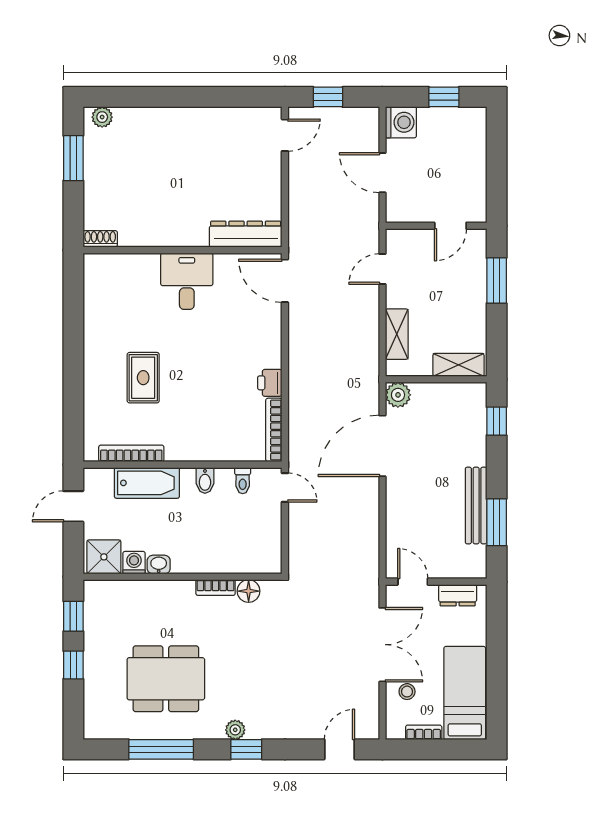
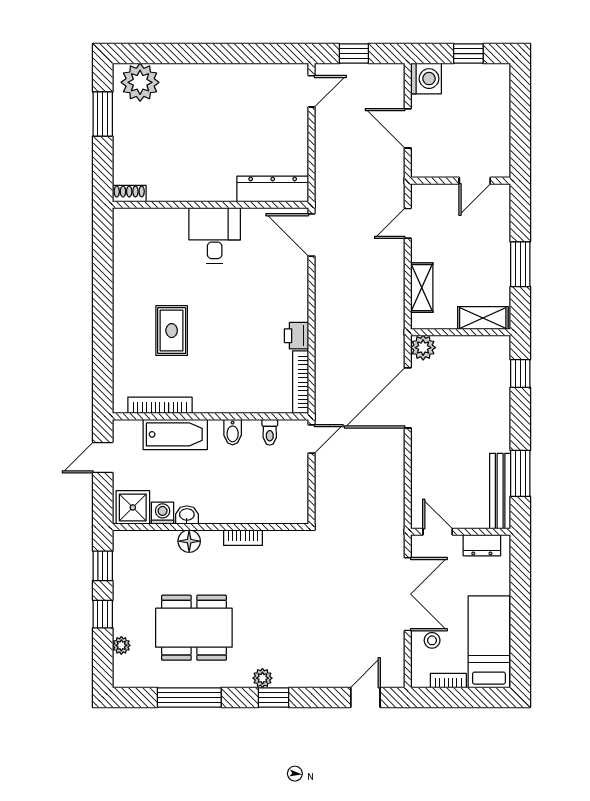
plant: (102, 117) -> (140, 82), width x1.87, depth x1.87
window: (497, 281) -> (520, 264), moved
door: (285, 487) -> (311, 439), hinge flipped
bench: (476, 506) -> (500, 491), moved
floor lamp: (249, 591) -> (189, 541), moved
plant: (92, 697) -> (121, 645), added

